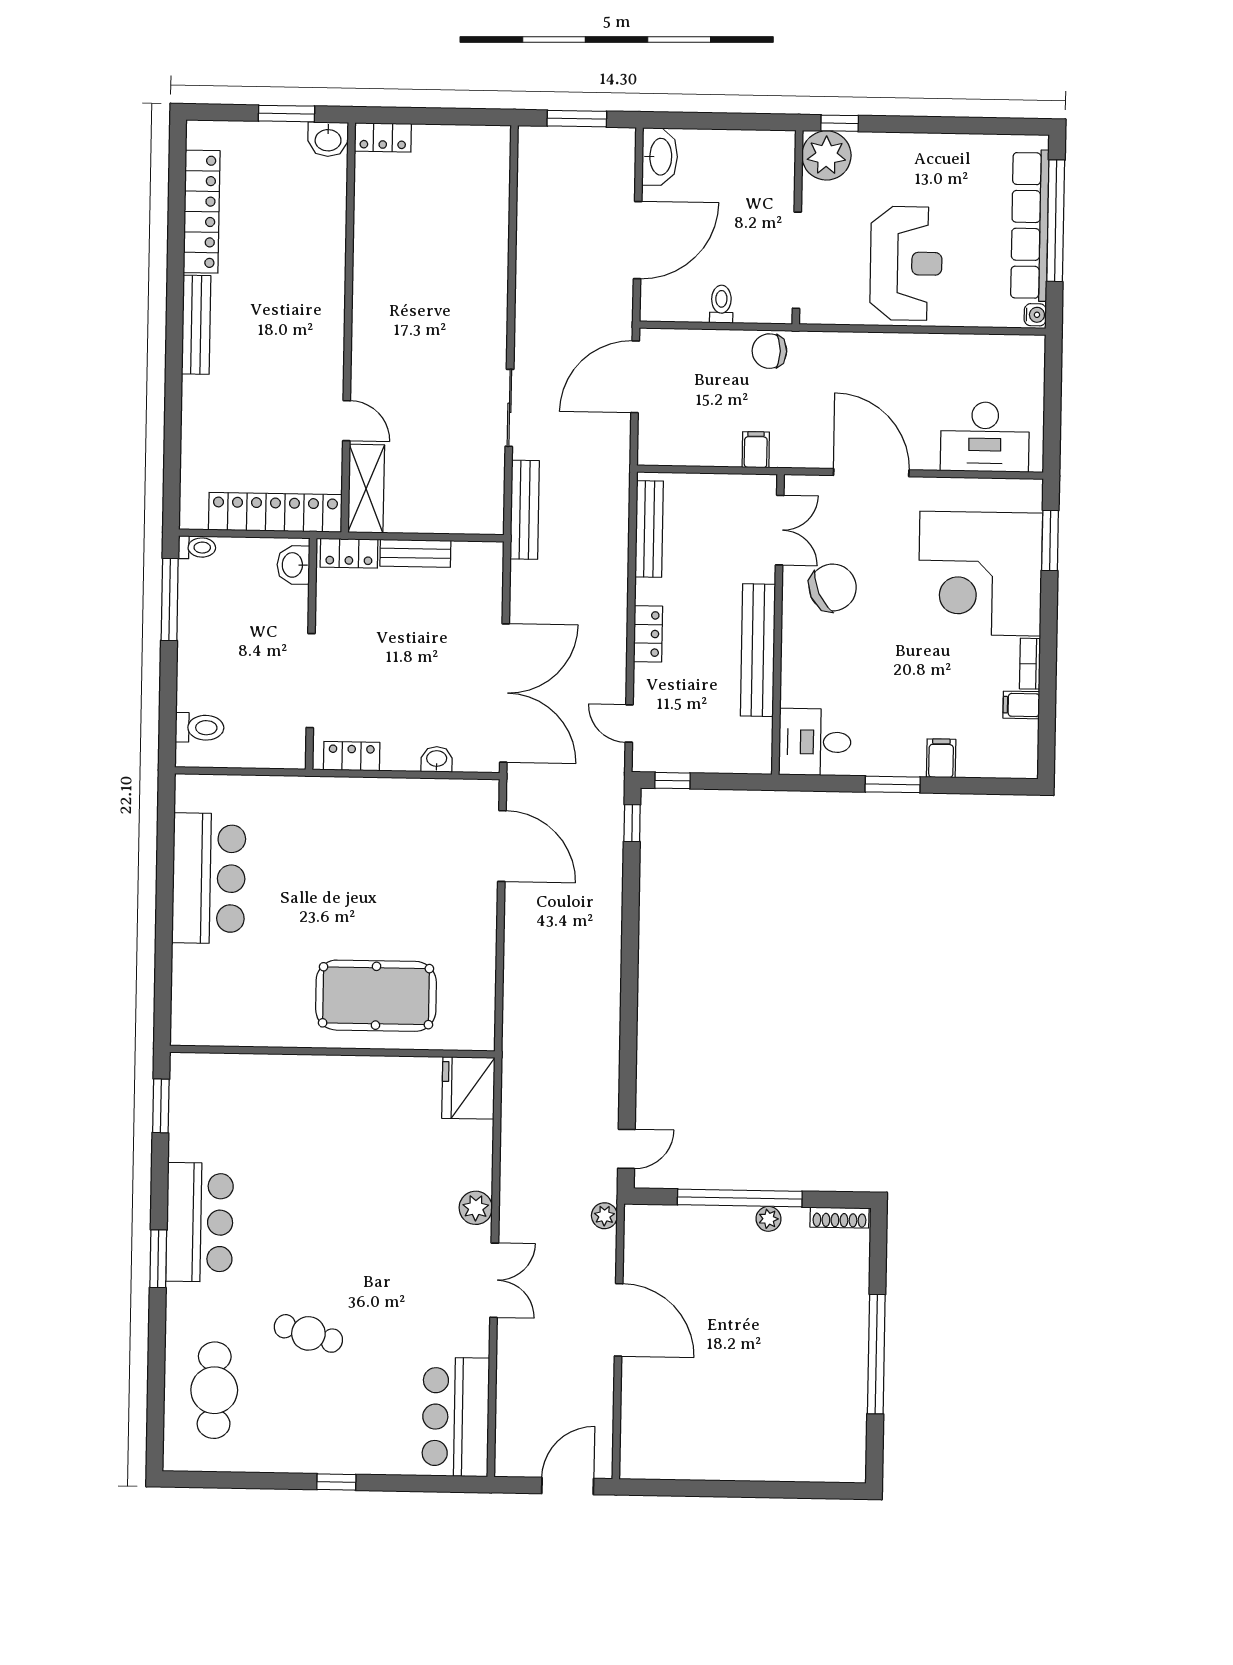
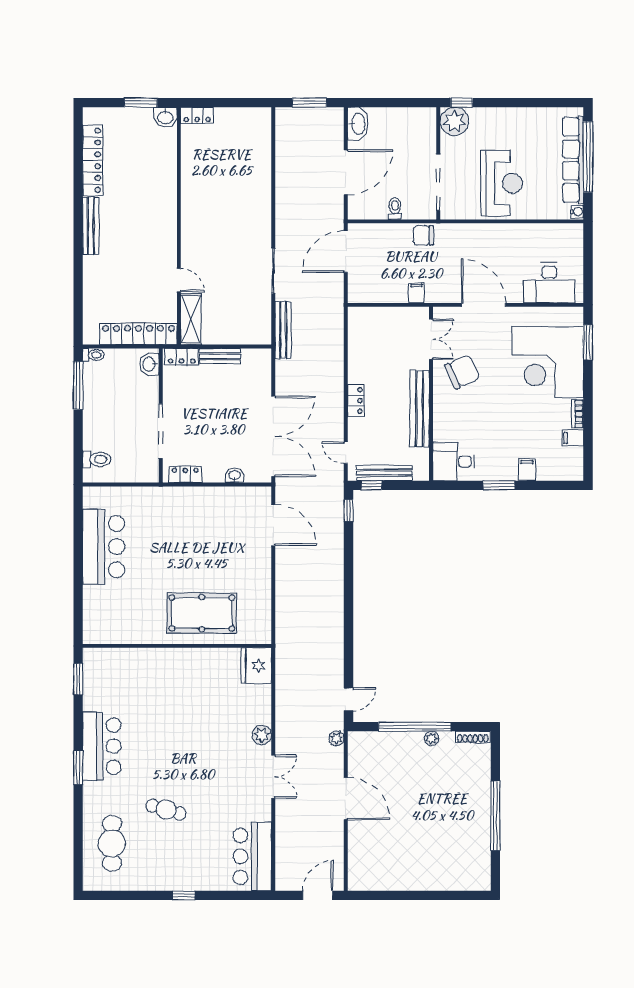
bench: (649, 529) -> (384, 473), moved, turned 90

